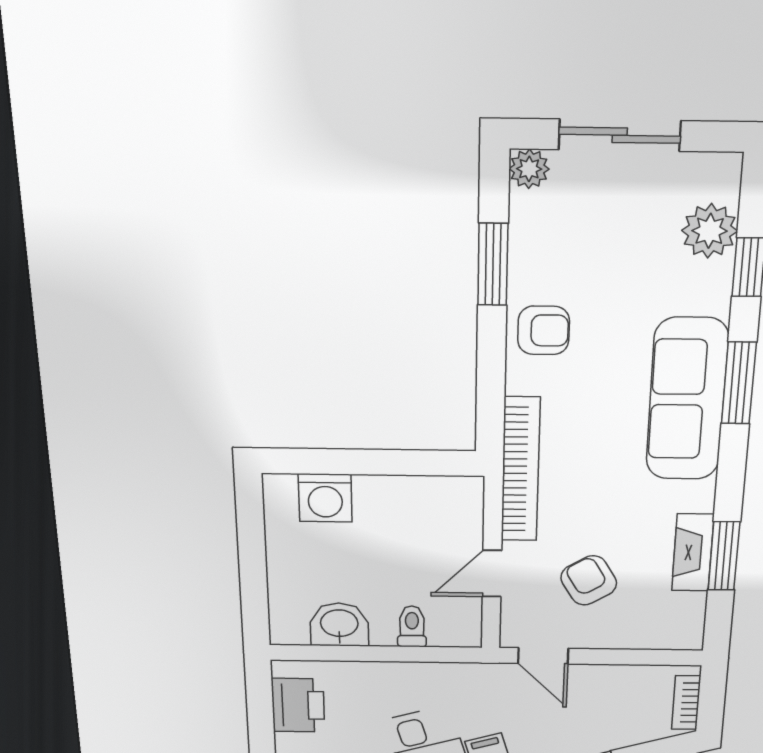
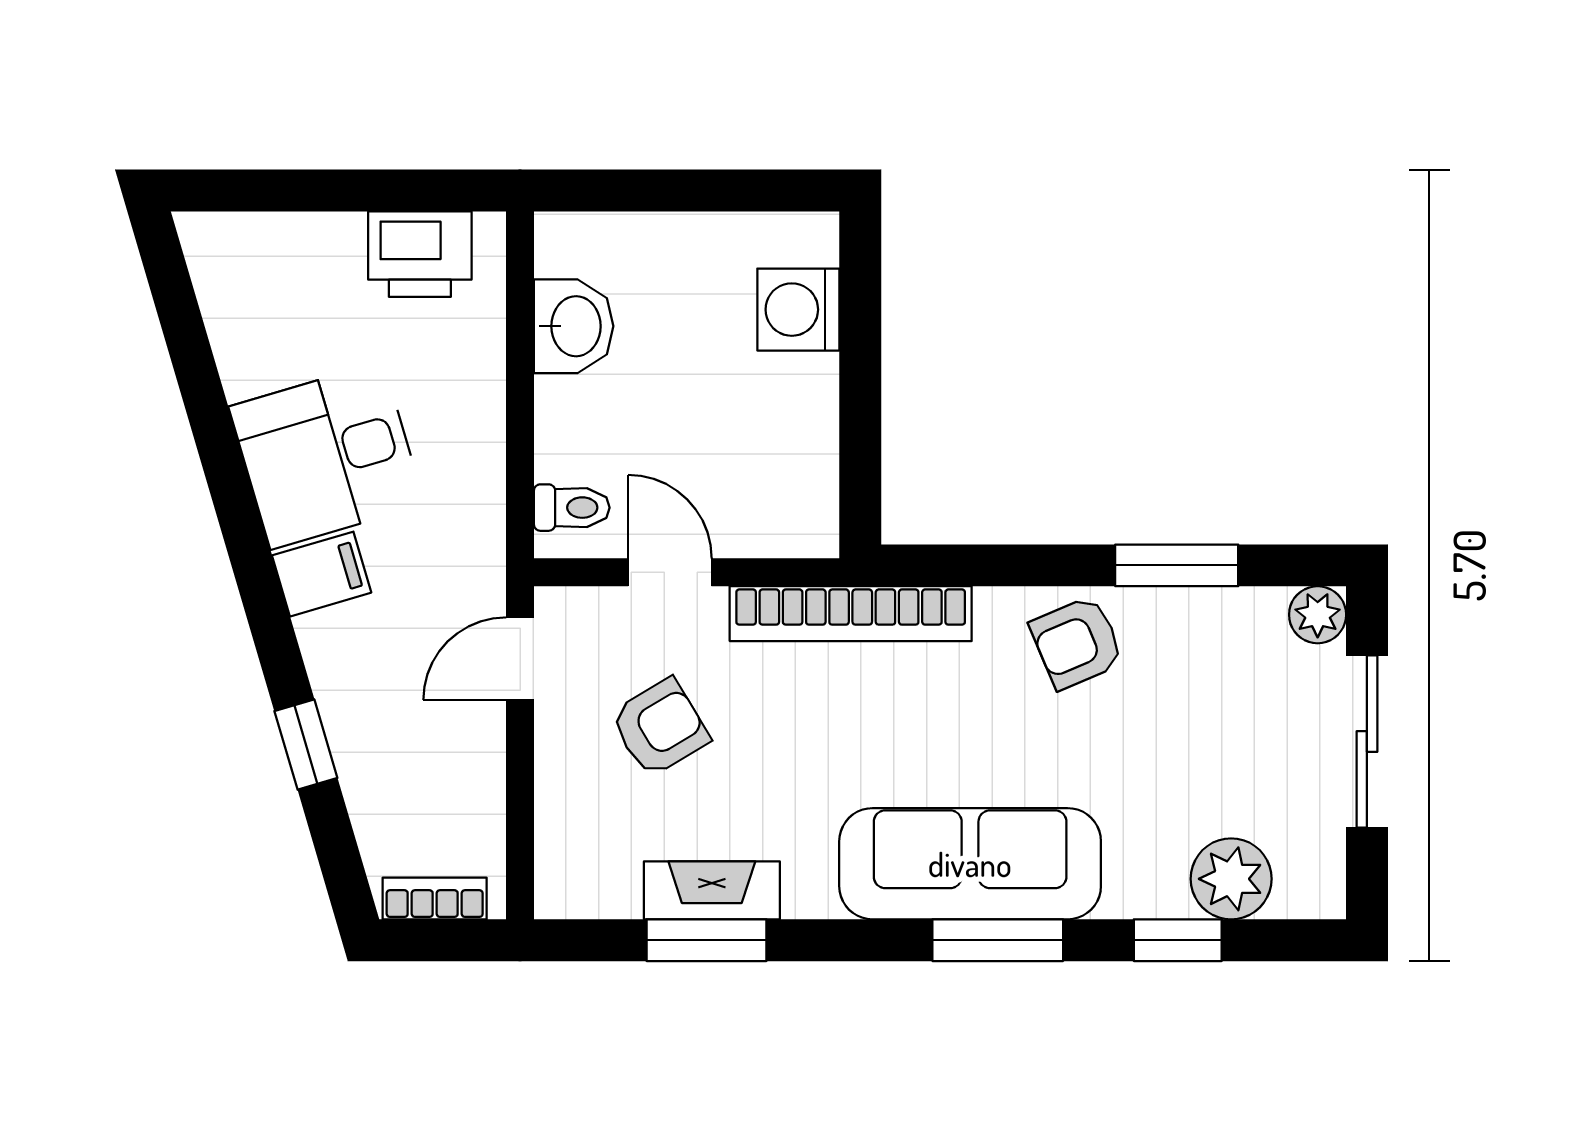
armchair: (544, 330) -> (1077, 643), turned 67
toilet: (412, 626) -> (572, 508), moved

